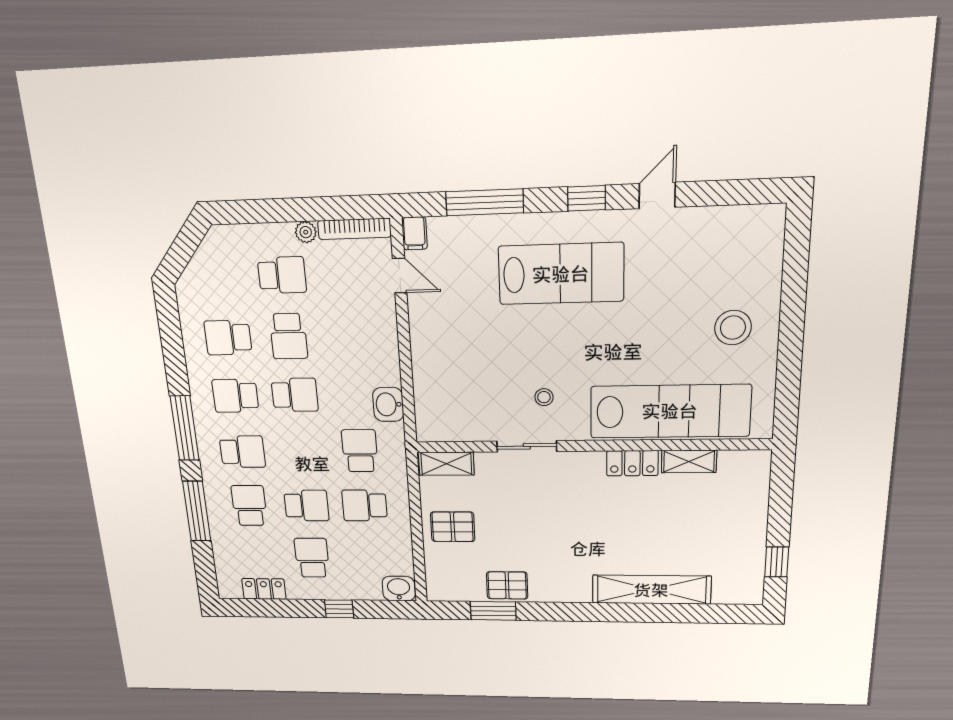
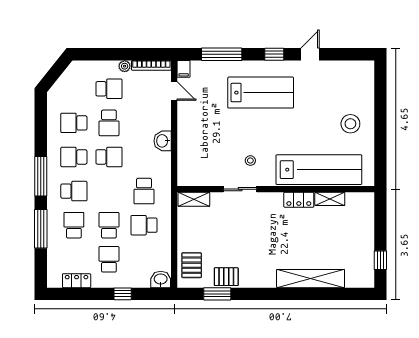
washbasin: (388, 404) -> (163, 141), moved
school desk: (360, 451) -> (144, 191), turned 180
school desk: (306, 505) -> (109, 225), turned -90
pallet: (453, 527) -> (192, 265), moved, turned 90

